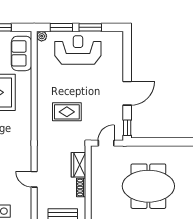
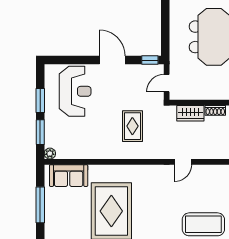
reception desk: (78, 50) -> (75, 91), moved, turned 180
door: (106, 143) -> (167, 83), hinge flipped
door: (34, 179) -> (183, 162), moved

